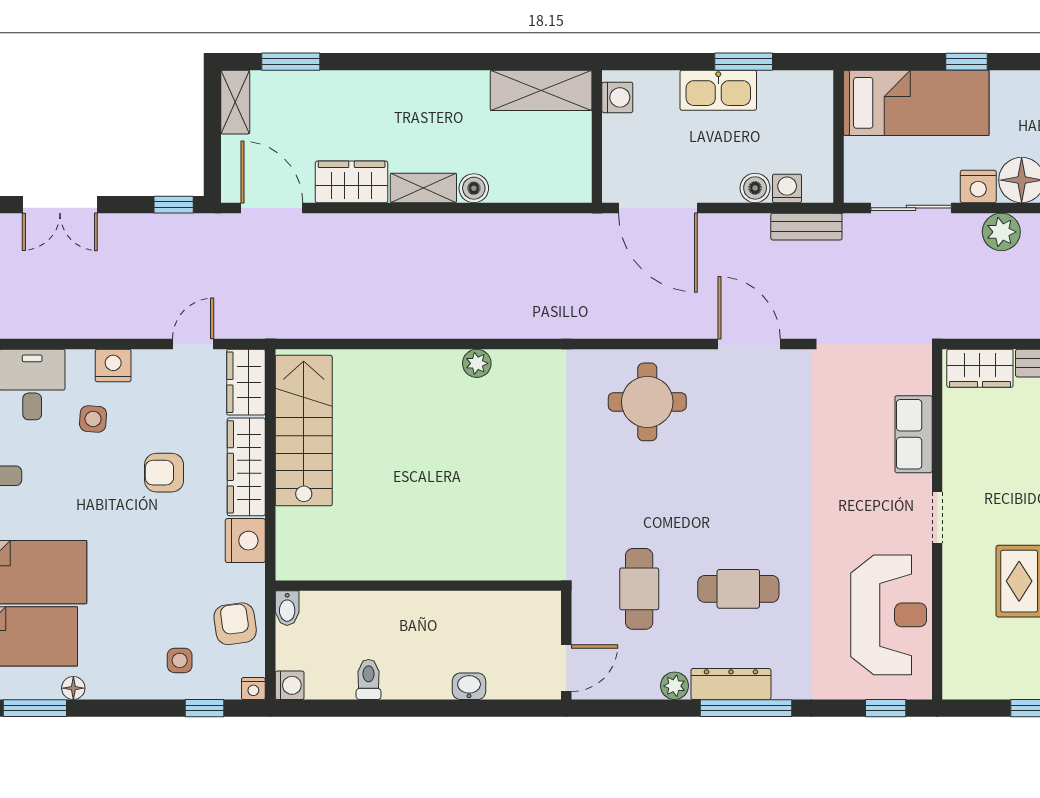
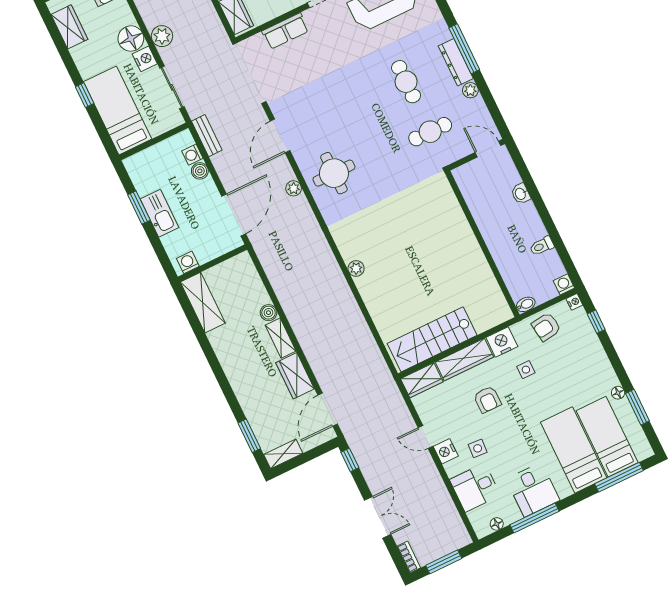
plant: (654, 325) -> (294, 188), added
door: (193, 344) -> (425, 437), moved
side table: (180, 660) -> (526, 370), moved

